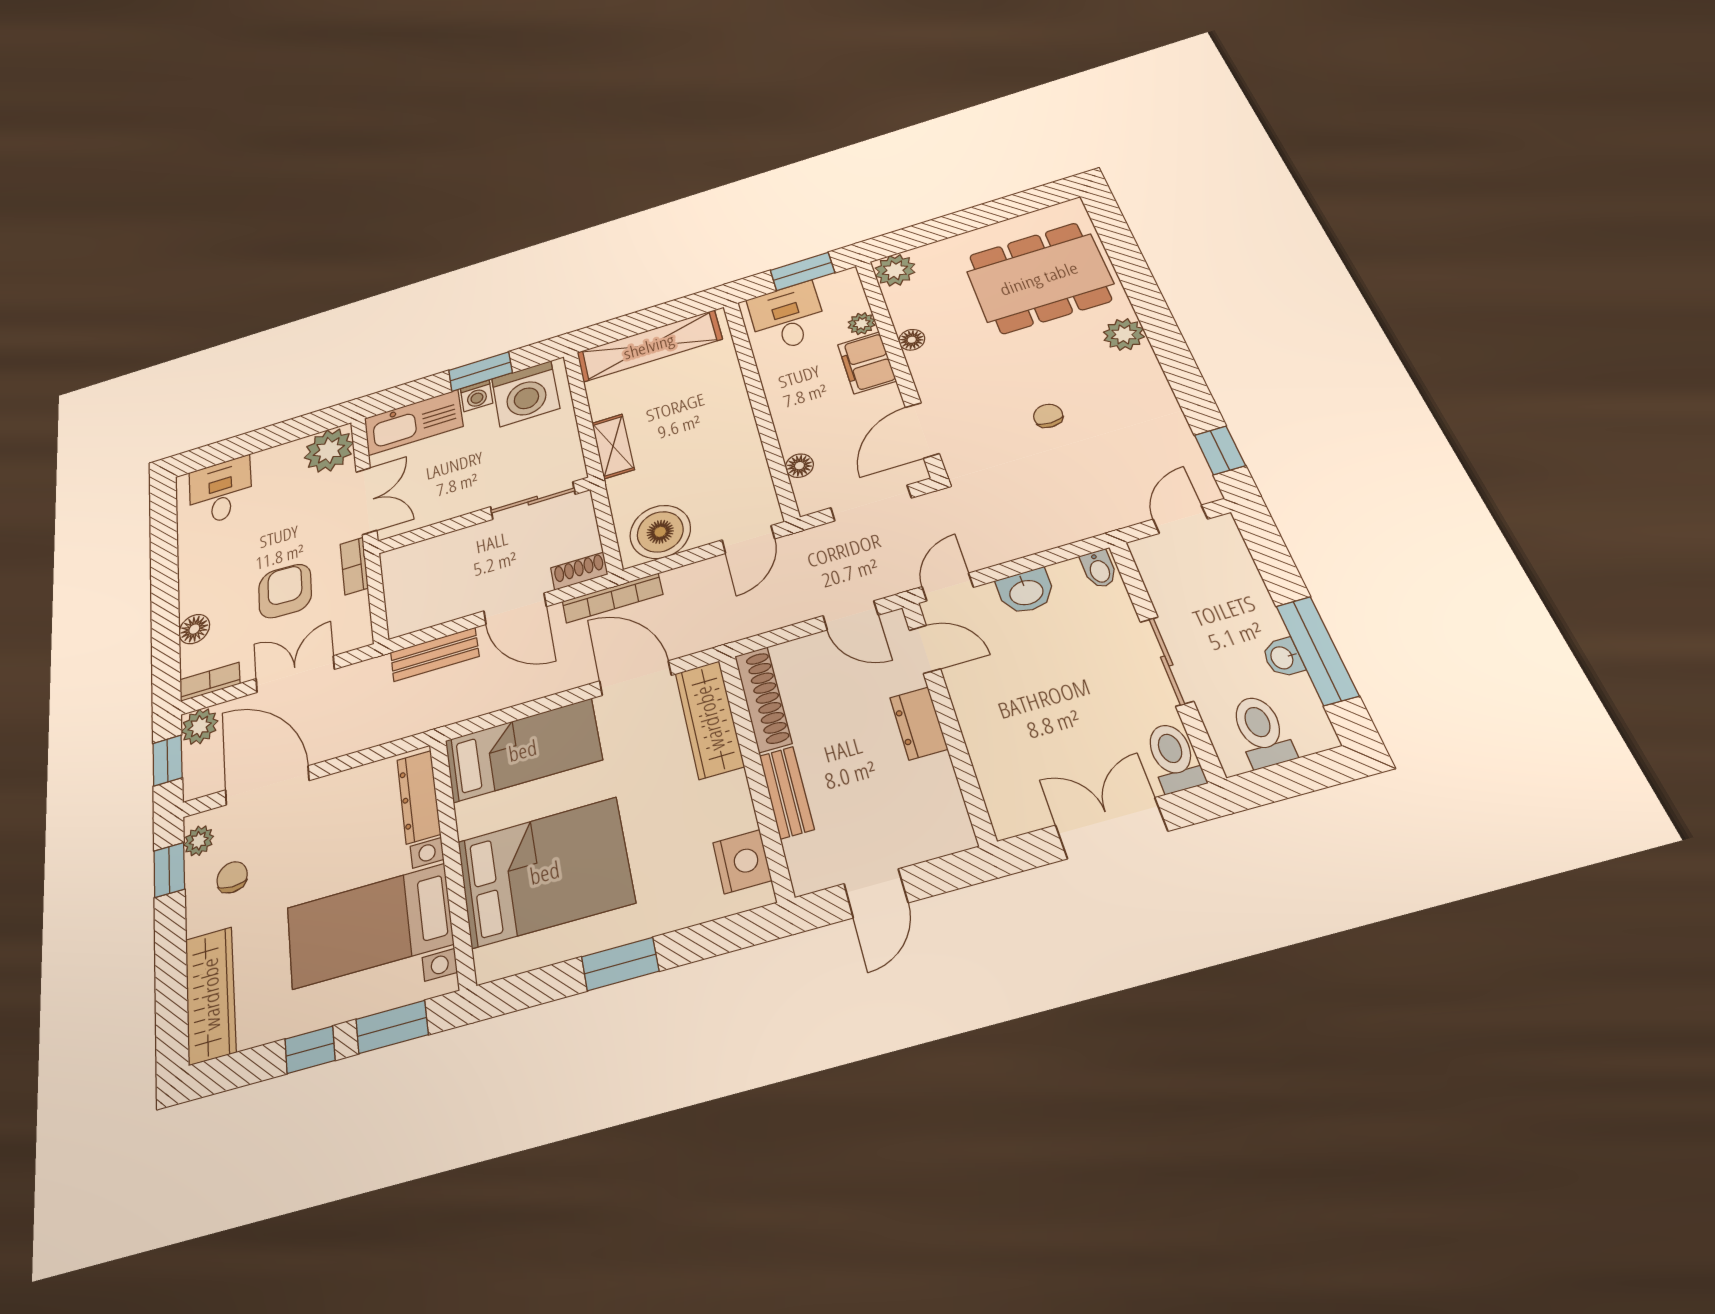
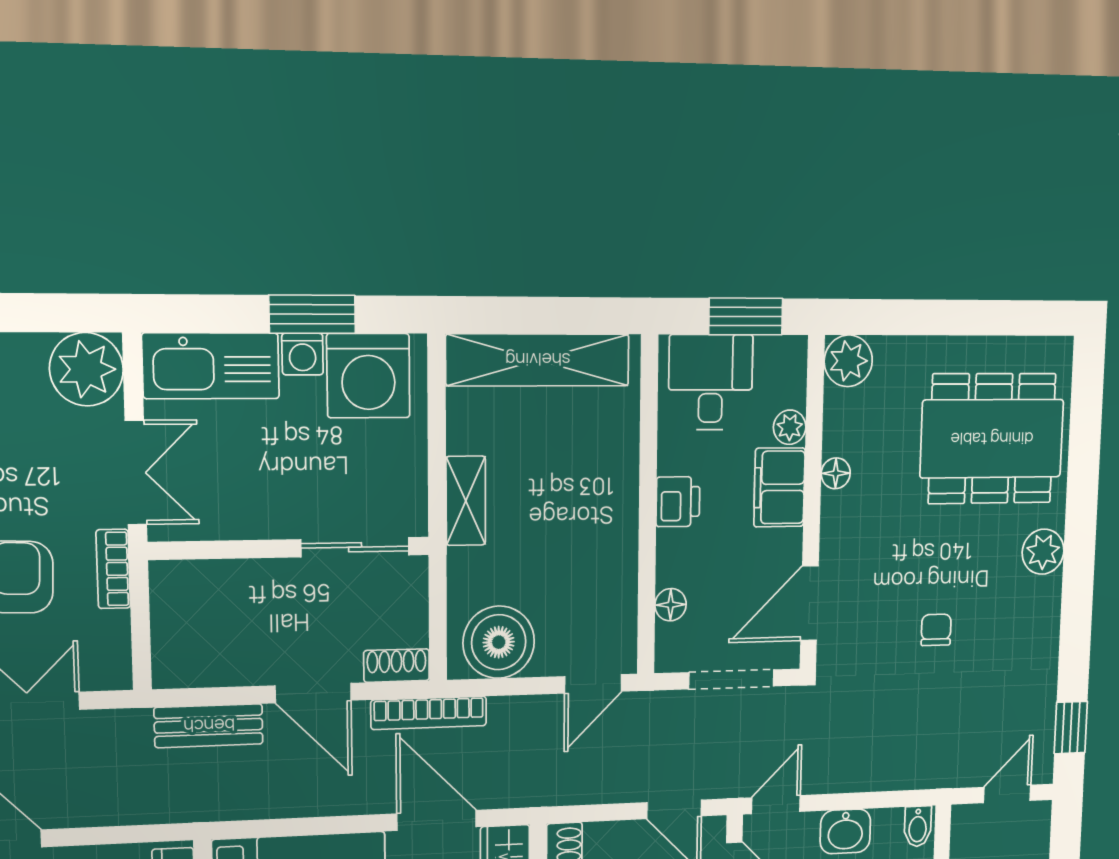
printer: (784, 397) -> (678, 502), added

